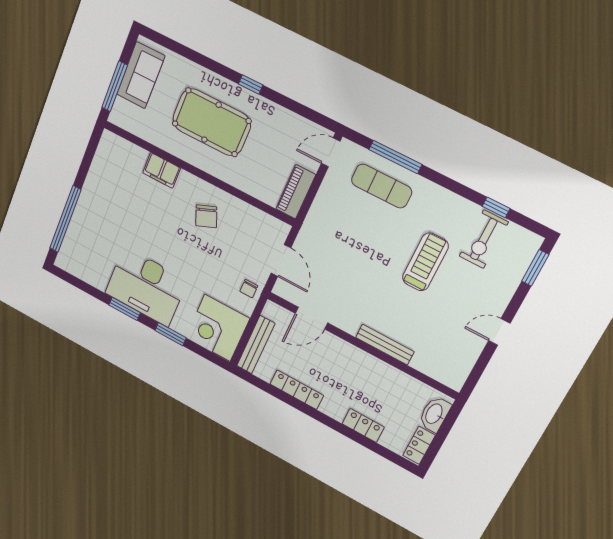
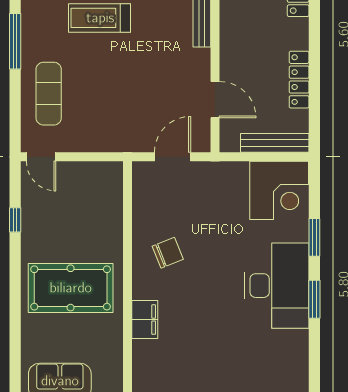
window: (251, 84) -> (15, 220), moved
pool table: (211, 122) -> (71, 288), turned 90
window: (395, 157) -> (15, 41), moved
piano: (296, 192) -> (96, 173), removed
chair: (249, 289) -> (219, 176), removed

